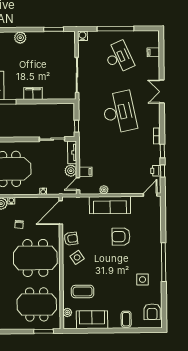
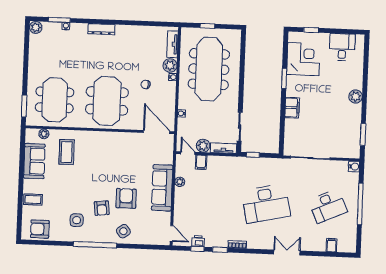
armchair: (71, 239) -> (102, 208), moved
side table: (77, 257) -> (123, 231), moved

